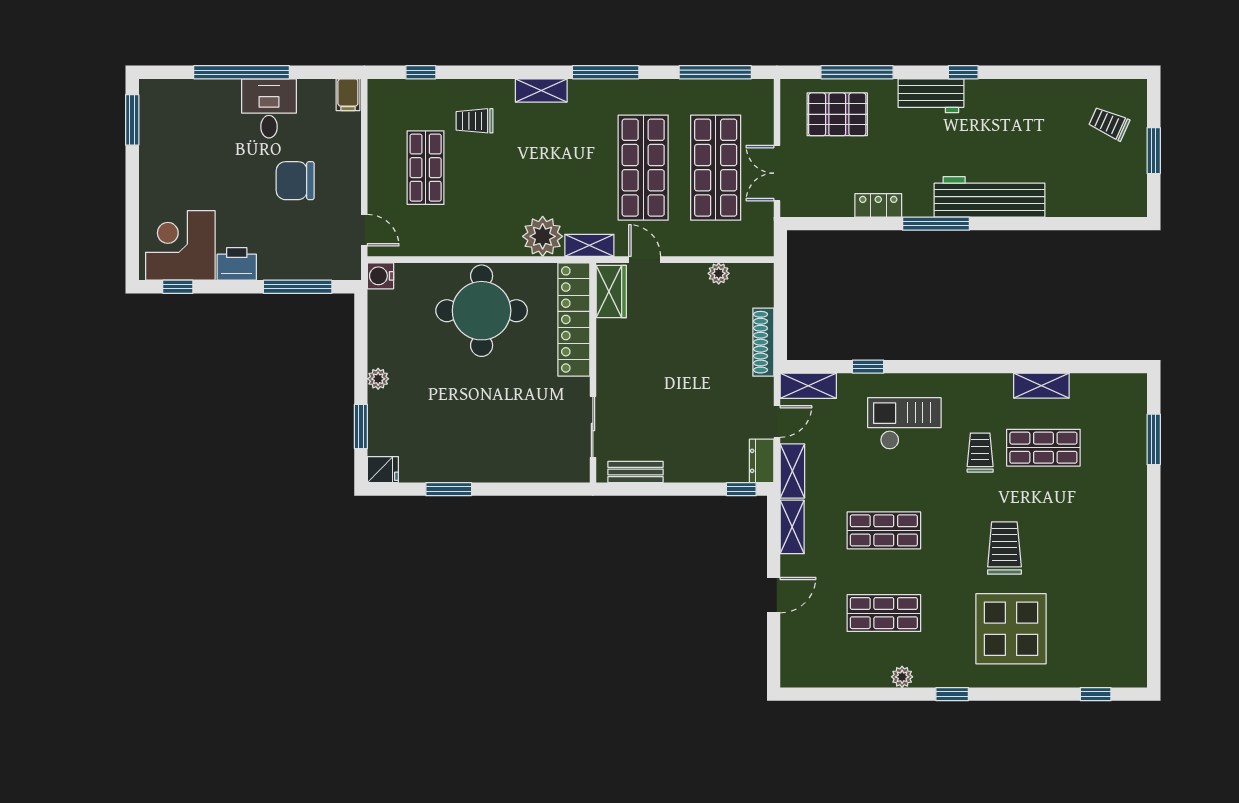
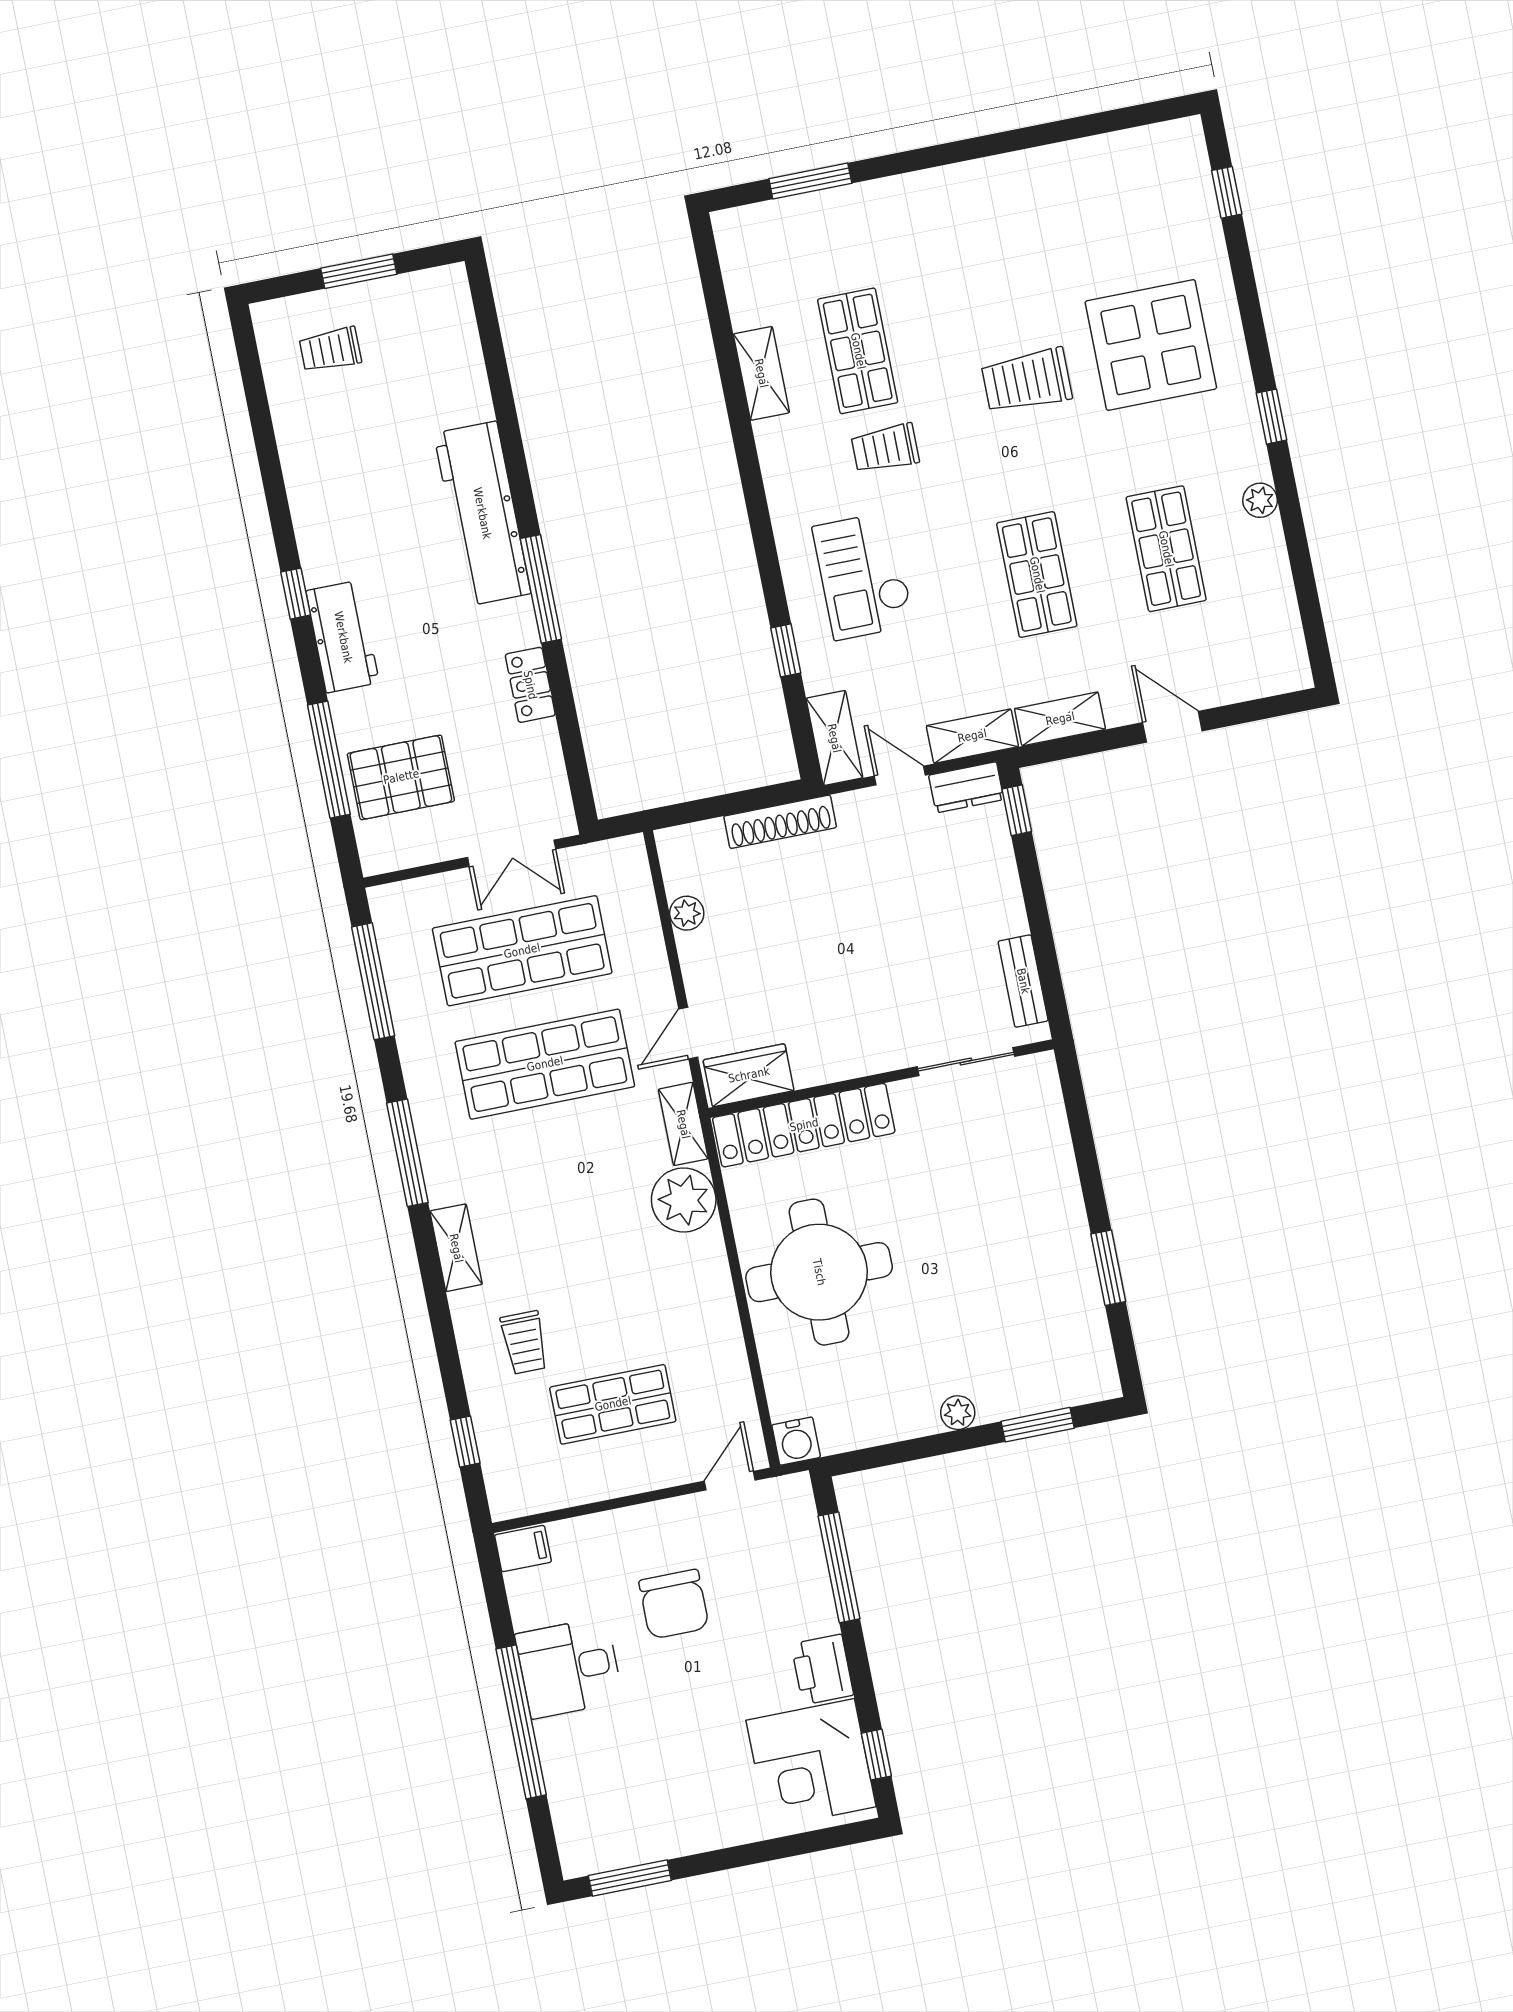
pallet: (837, 114) -> (401, 777), turned 90
trolley: (1109, 123) -> (330, 350), turned 66
fridge: (383, 470) -> (1098, 1377), removed

